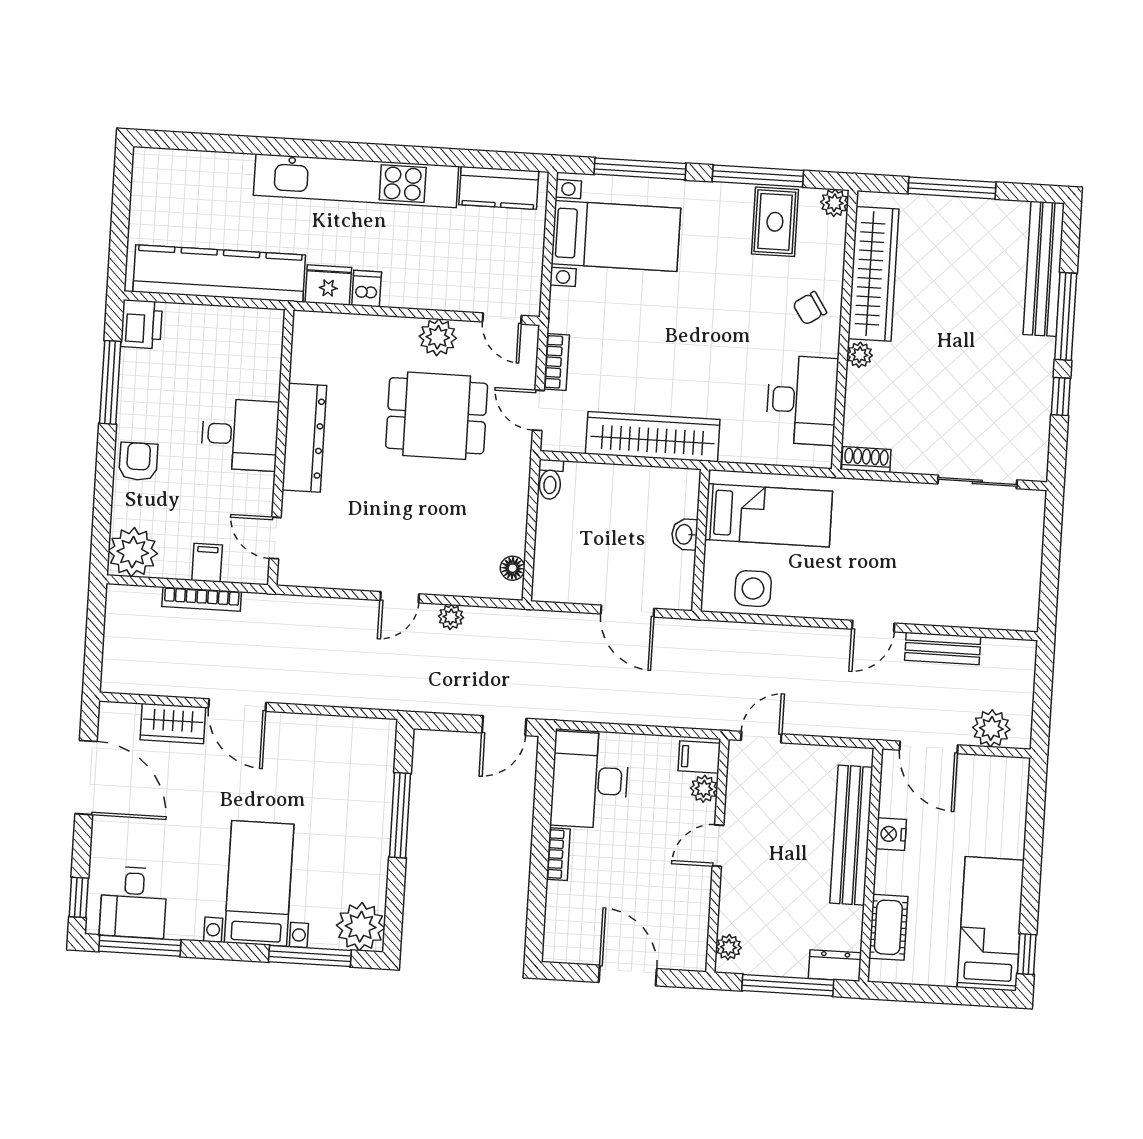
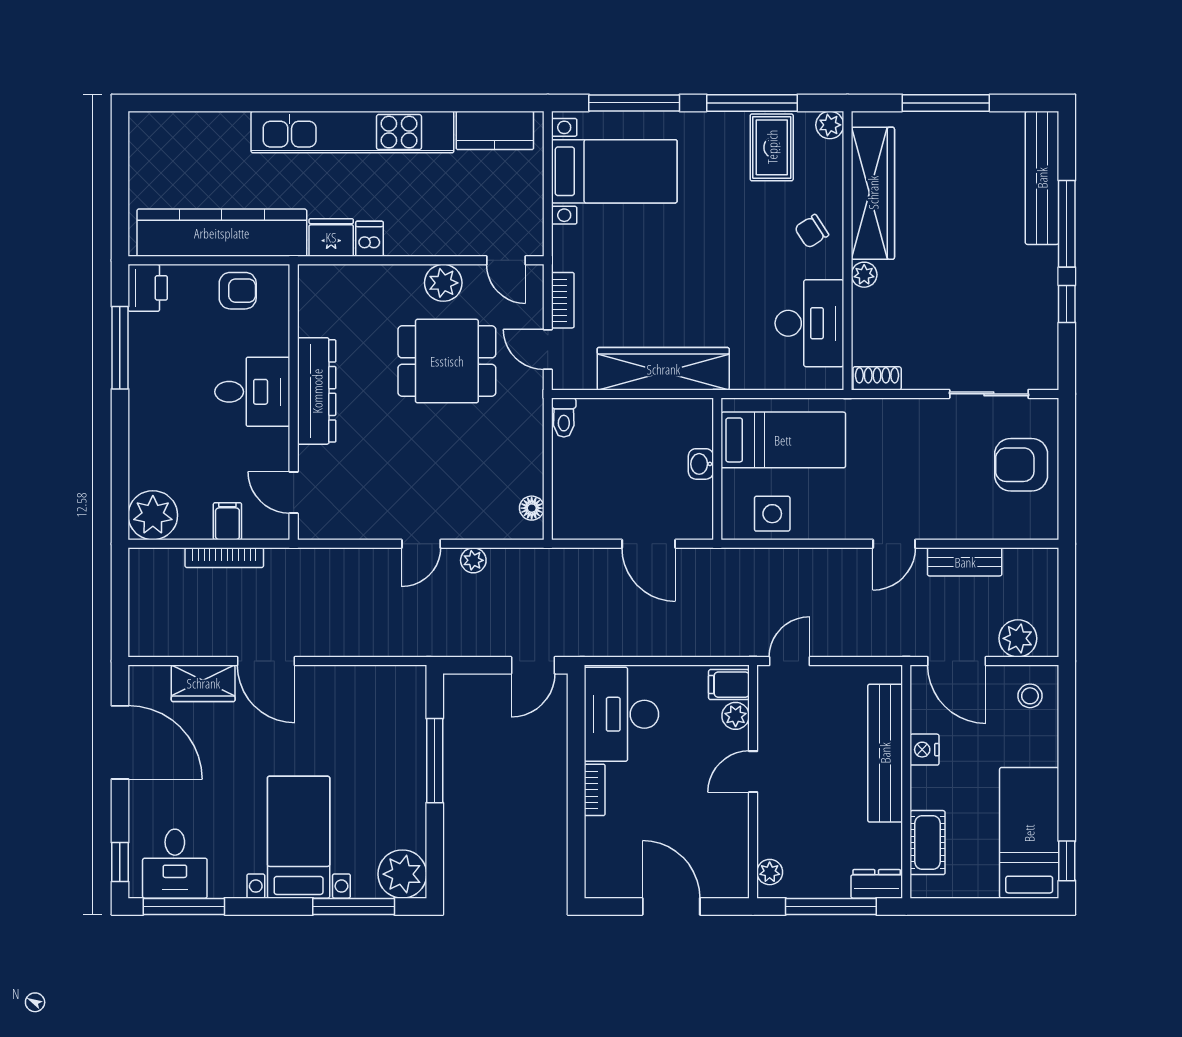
armchair: (138, 461) -> (238, 291), moved, turned 90
armchair: (1005, 555) -> (1021, 465), added
stool: (1000, 787) -> (1030, 696), added

